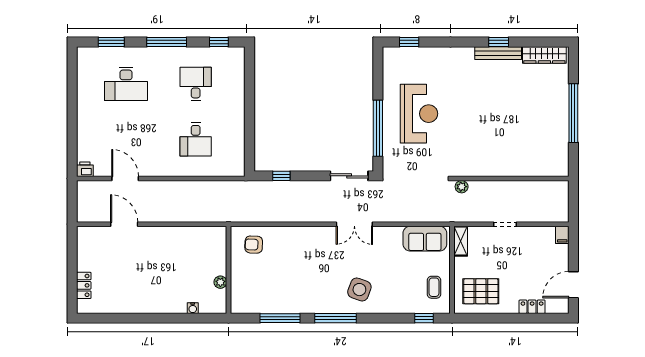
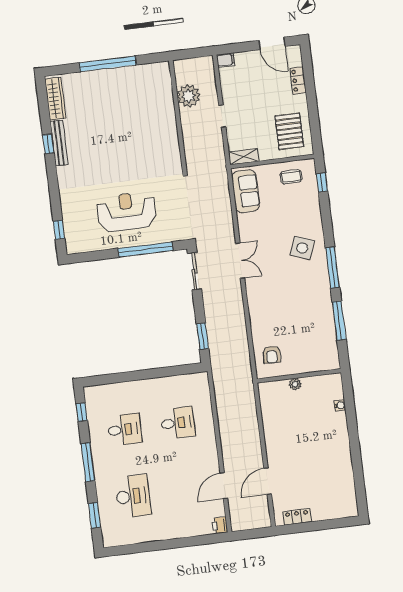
desk: (196, 84) -> (125, 429), turned 180
window: (281, 176) -> (203, 336), width x1.50
plant: (462, 187) -> (189, 96), moved, width x1.88, depth x1.88
plant: (220, 282) -> (295, 384), moved
locker: (84, 285) -> (297, 517), moved

